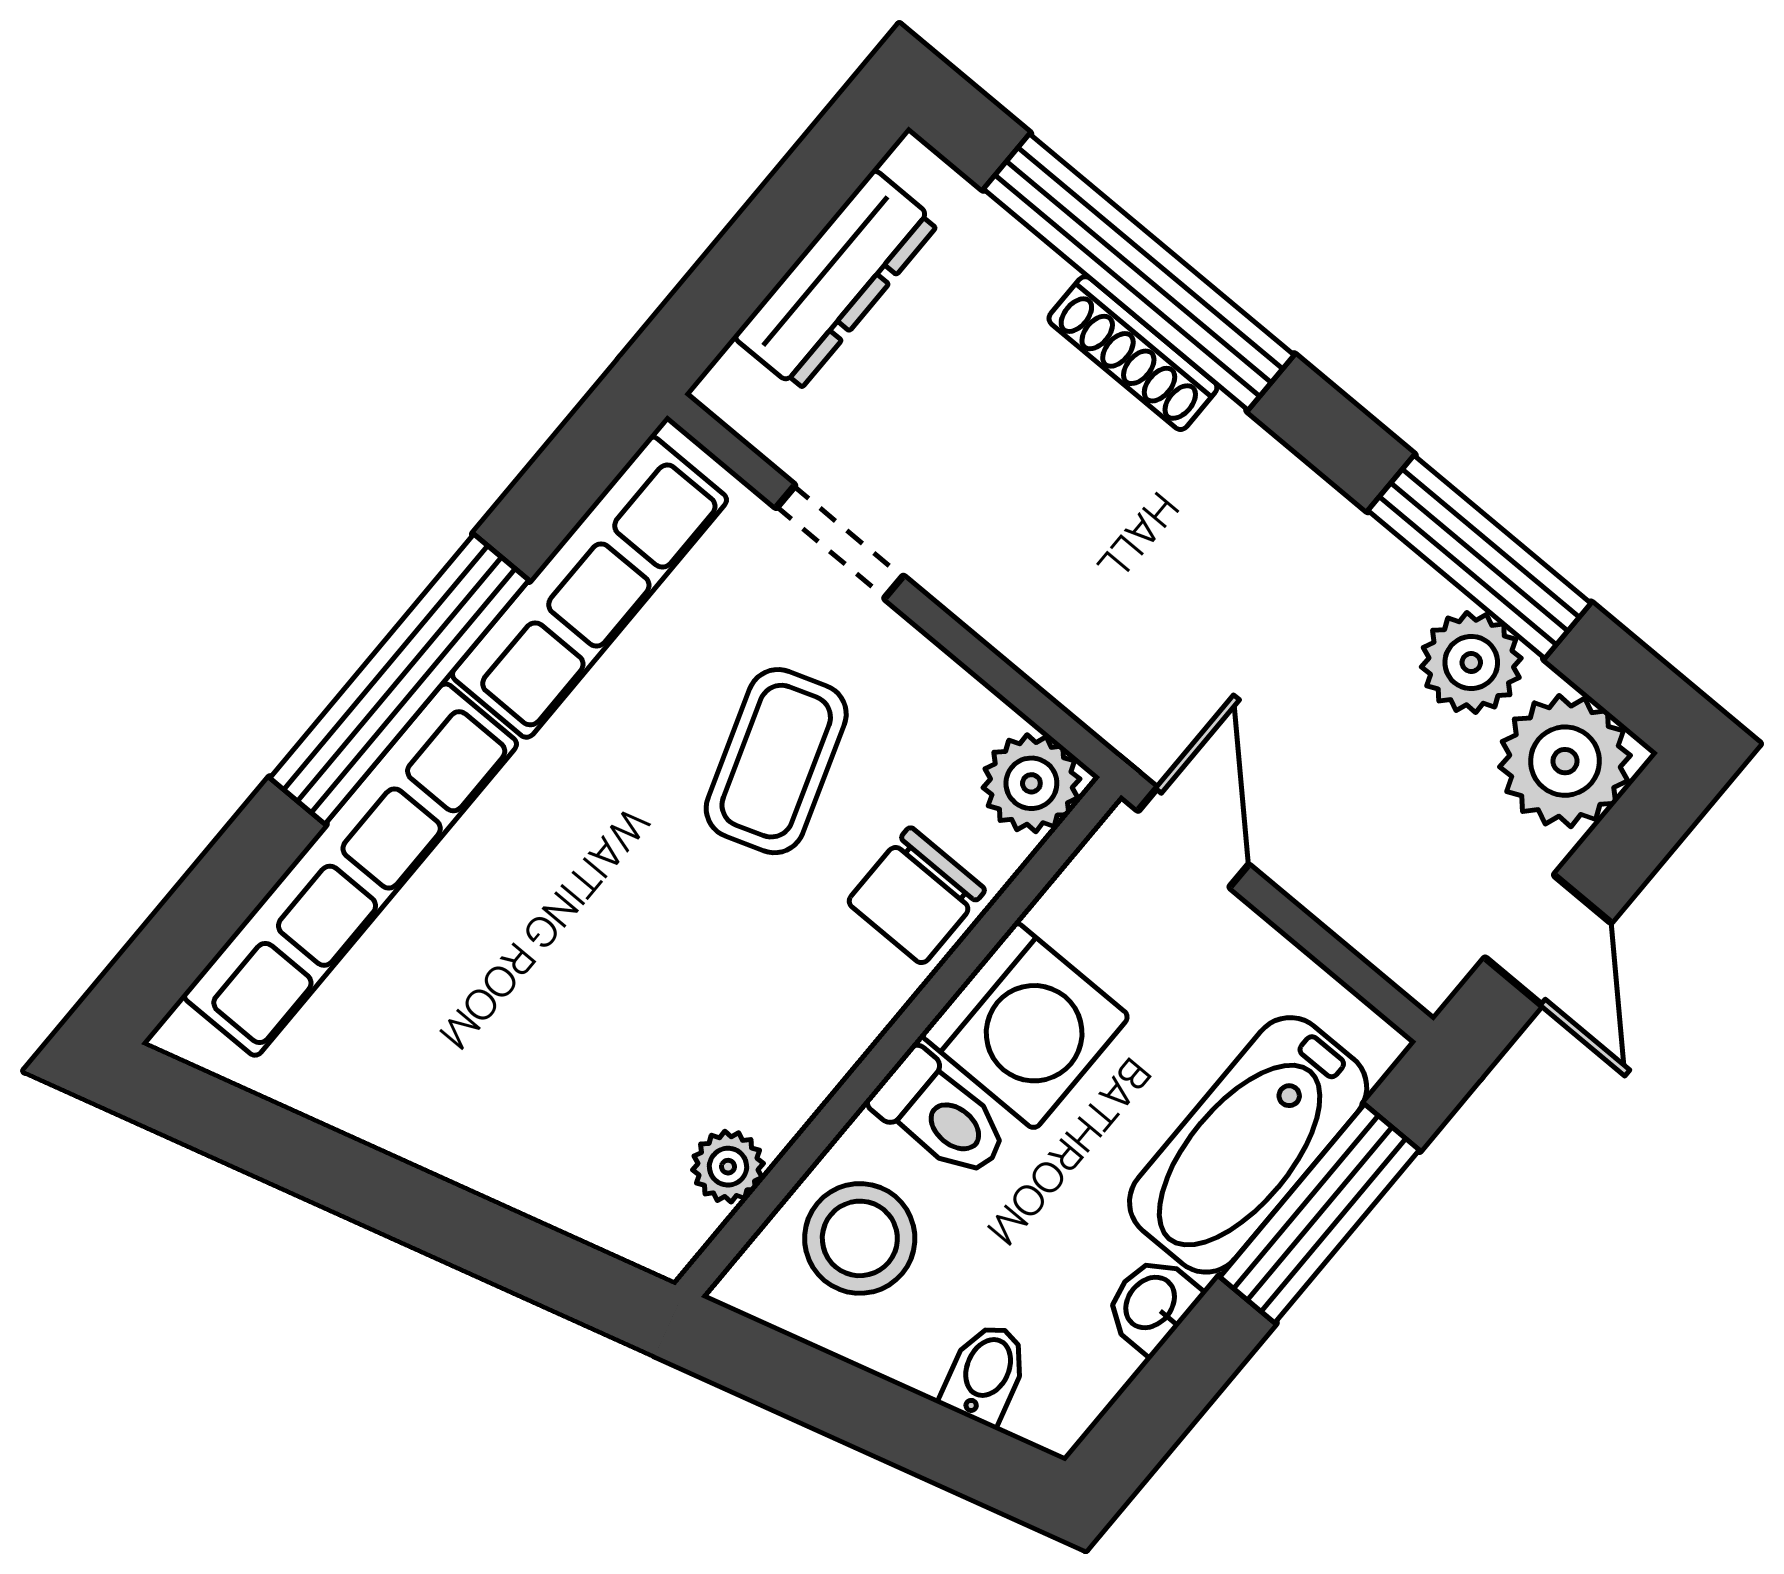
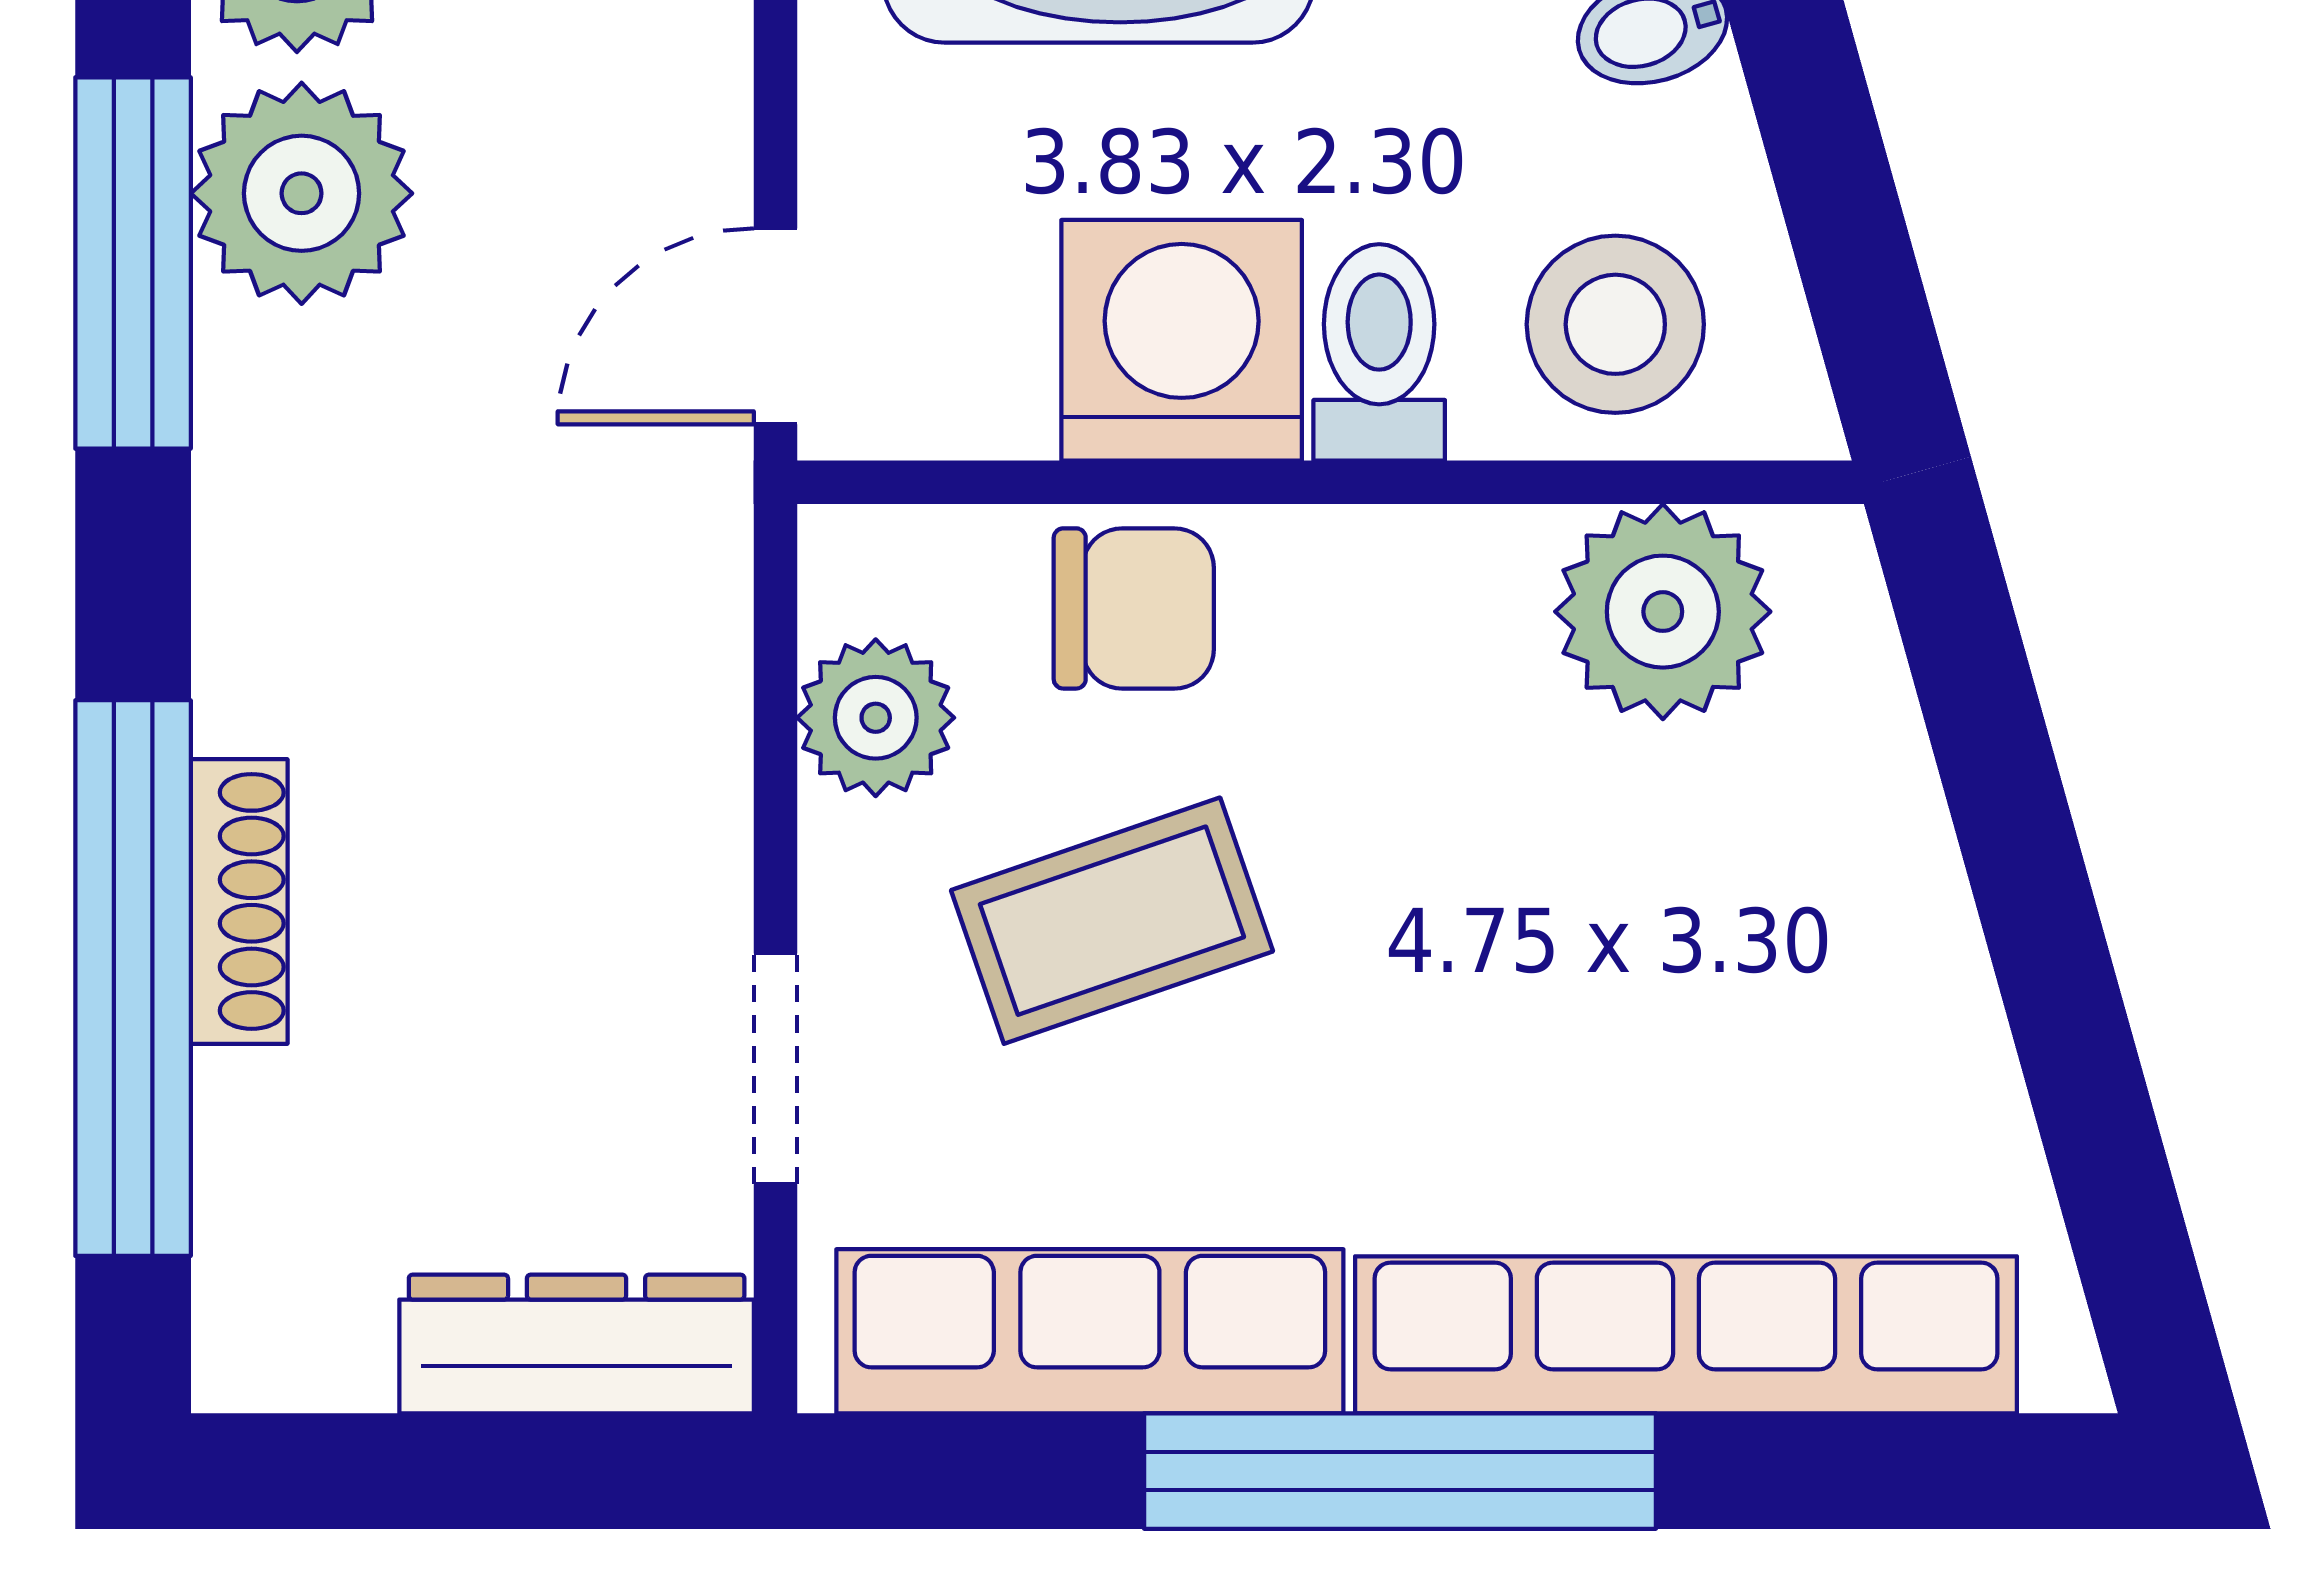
dresser: (836, 280) -> (577, 1344), moved
plant: (1471, 663) -> (302, 193), width x1.36, depth x1.36
plant: (1031, 783) -> (876, 718), moved
plant: (728, 1167) -> (1663, 612), width x1.88, depth x1.88

